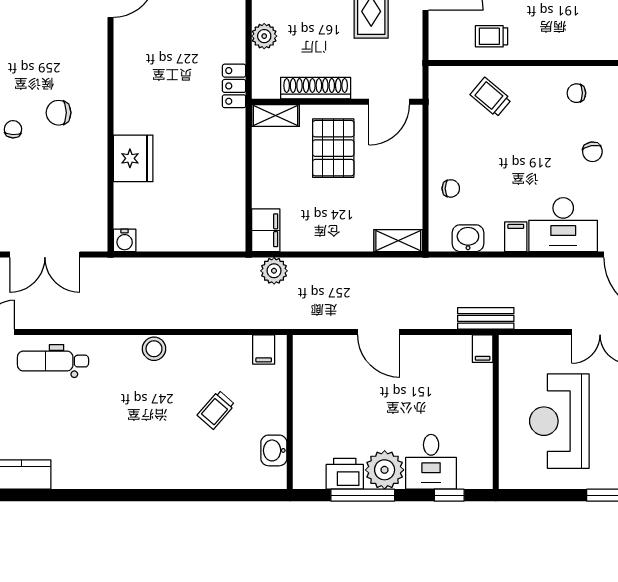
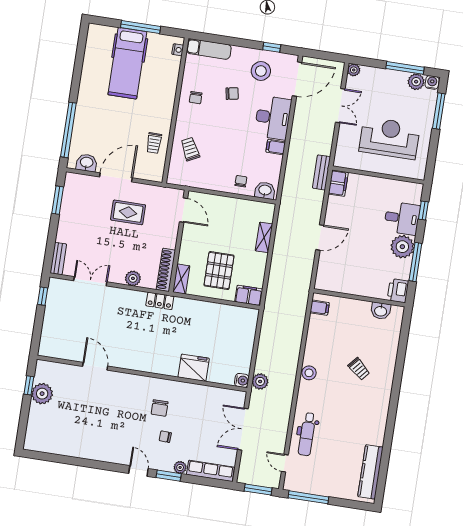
shoe rack: (316, 88) -> (166, 270), moved
trolley: (491, 97) -> (190, 149), turned 113
pallet: (333, 148) -> (219, 271), moved, turned 90
washbasin: (468, 238) -> (265, 190), moved, turned 90
shelving: (398, 241) -> (264, 237), moved
double door: (45, 254) -> (243, 429), swing flipped
plant: (274, 271) -> (260, 381), moved
filing cabinet: (483, 349) -> (338, 183), width x2.00
trolley: (216, 410) -> (359, 369), moved
reception desk: (559, 421) -> (390, 138), turned 180
printer: (345, 474) -> (398, 291), moved

